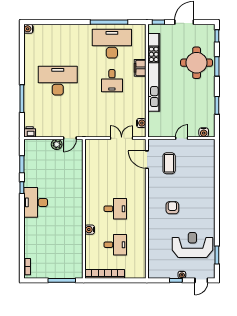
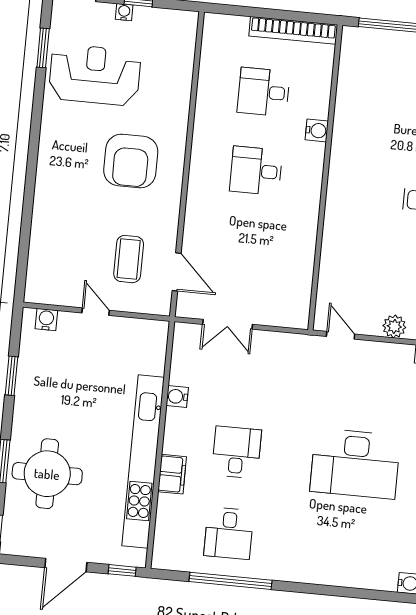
desk: (112, 44) -> (229, 533), width x0.53, depth x0.77
water cooler: (141, 123) -> (177, 396), moved
door: (70, 138) -> (341, 335), hinge flipped
door: (182, 138) -> (96, 312), swing flipped
plant: (57, 144) -> (394, 326), moved
armchair: (172, 208) -> (131, 161), width x1.88, depth x1.88
reception desk: (192, 245) -> (95, 75), turned 180

